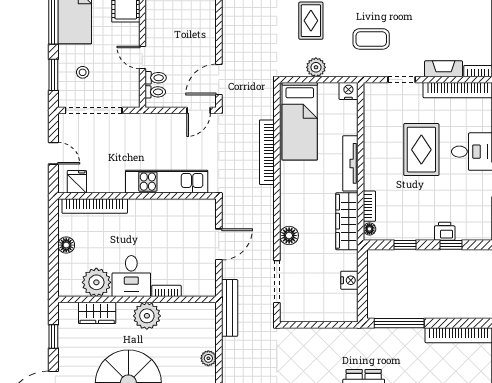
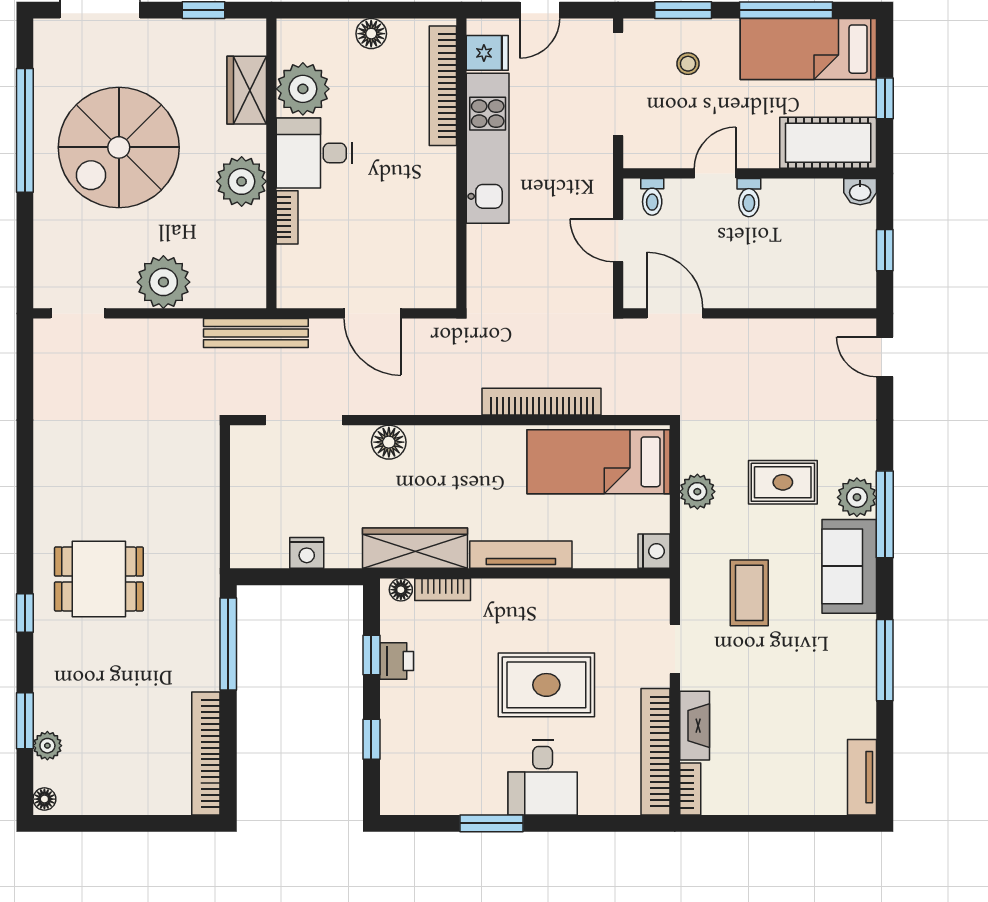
toilet: (156, 78) -> (749, 198), moved
door: (199, 110) -> (618, 240), moved
kitchen unit: (167, 182) -> (488, 148), moved
printer: (445, 231) -> (397, 661), moved
plant: (208, 358) -> (163, 282), width x1.87, depth x1.87

